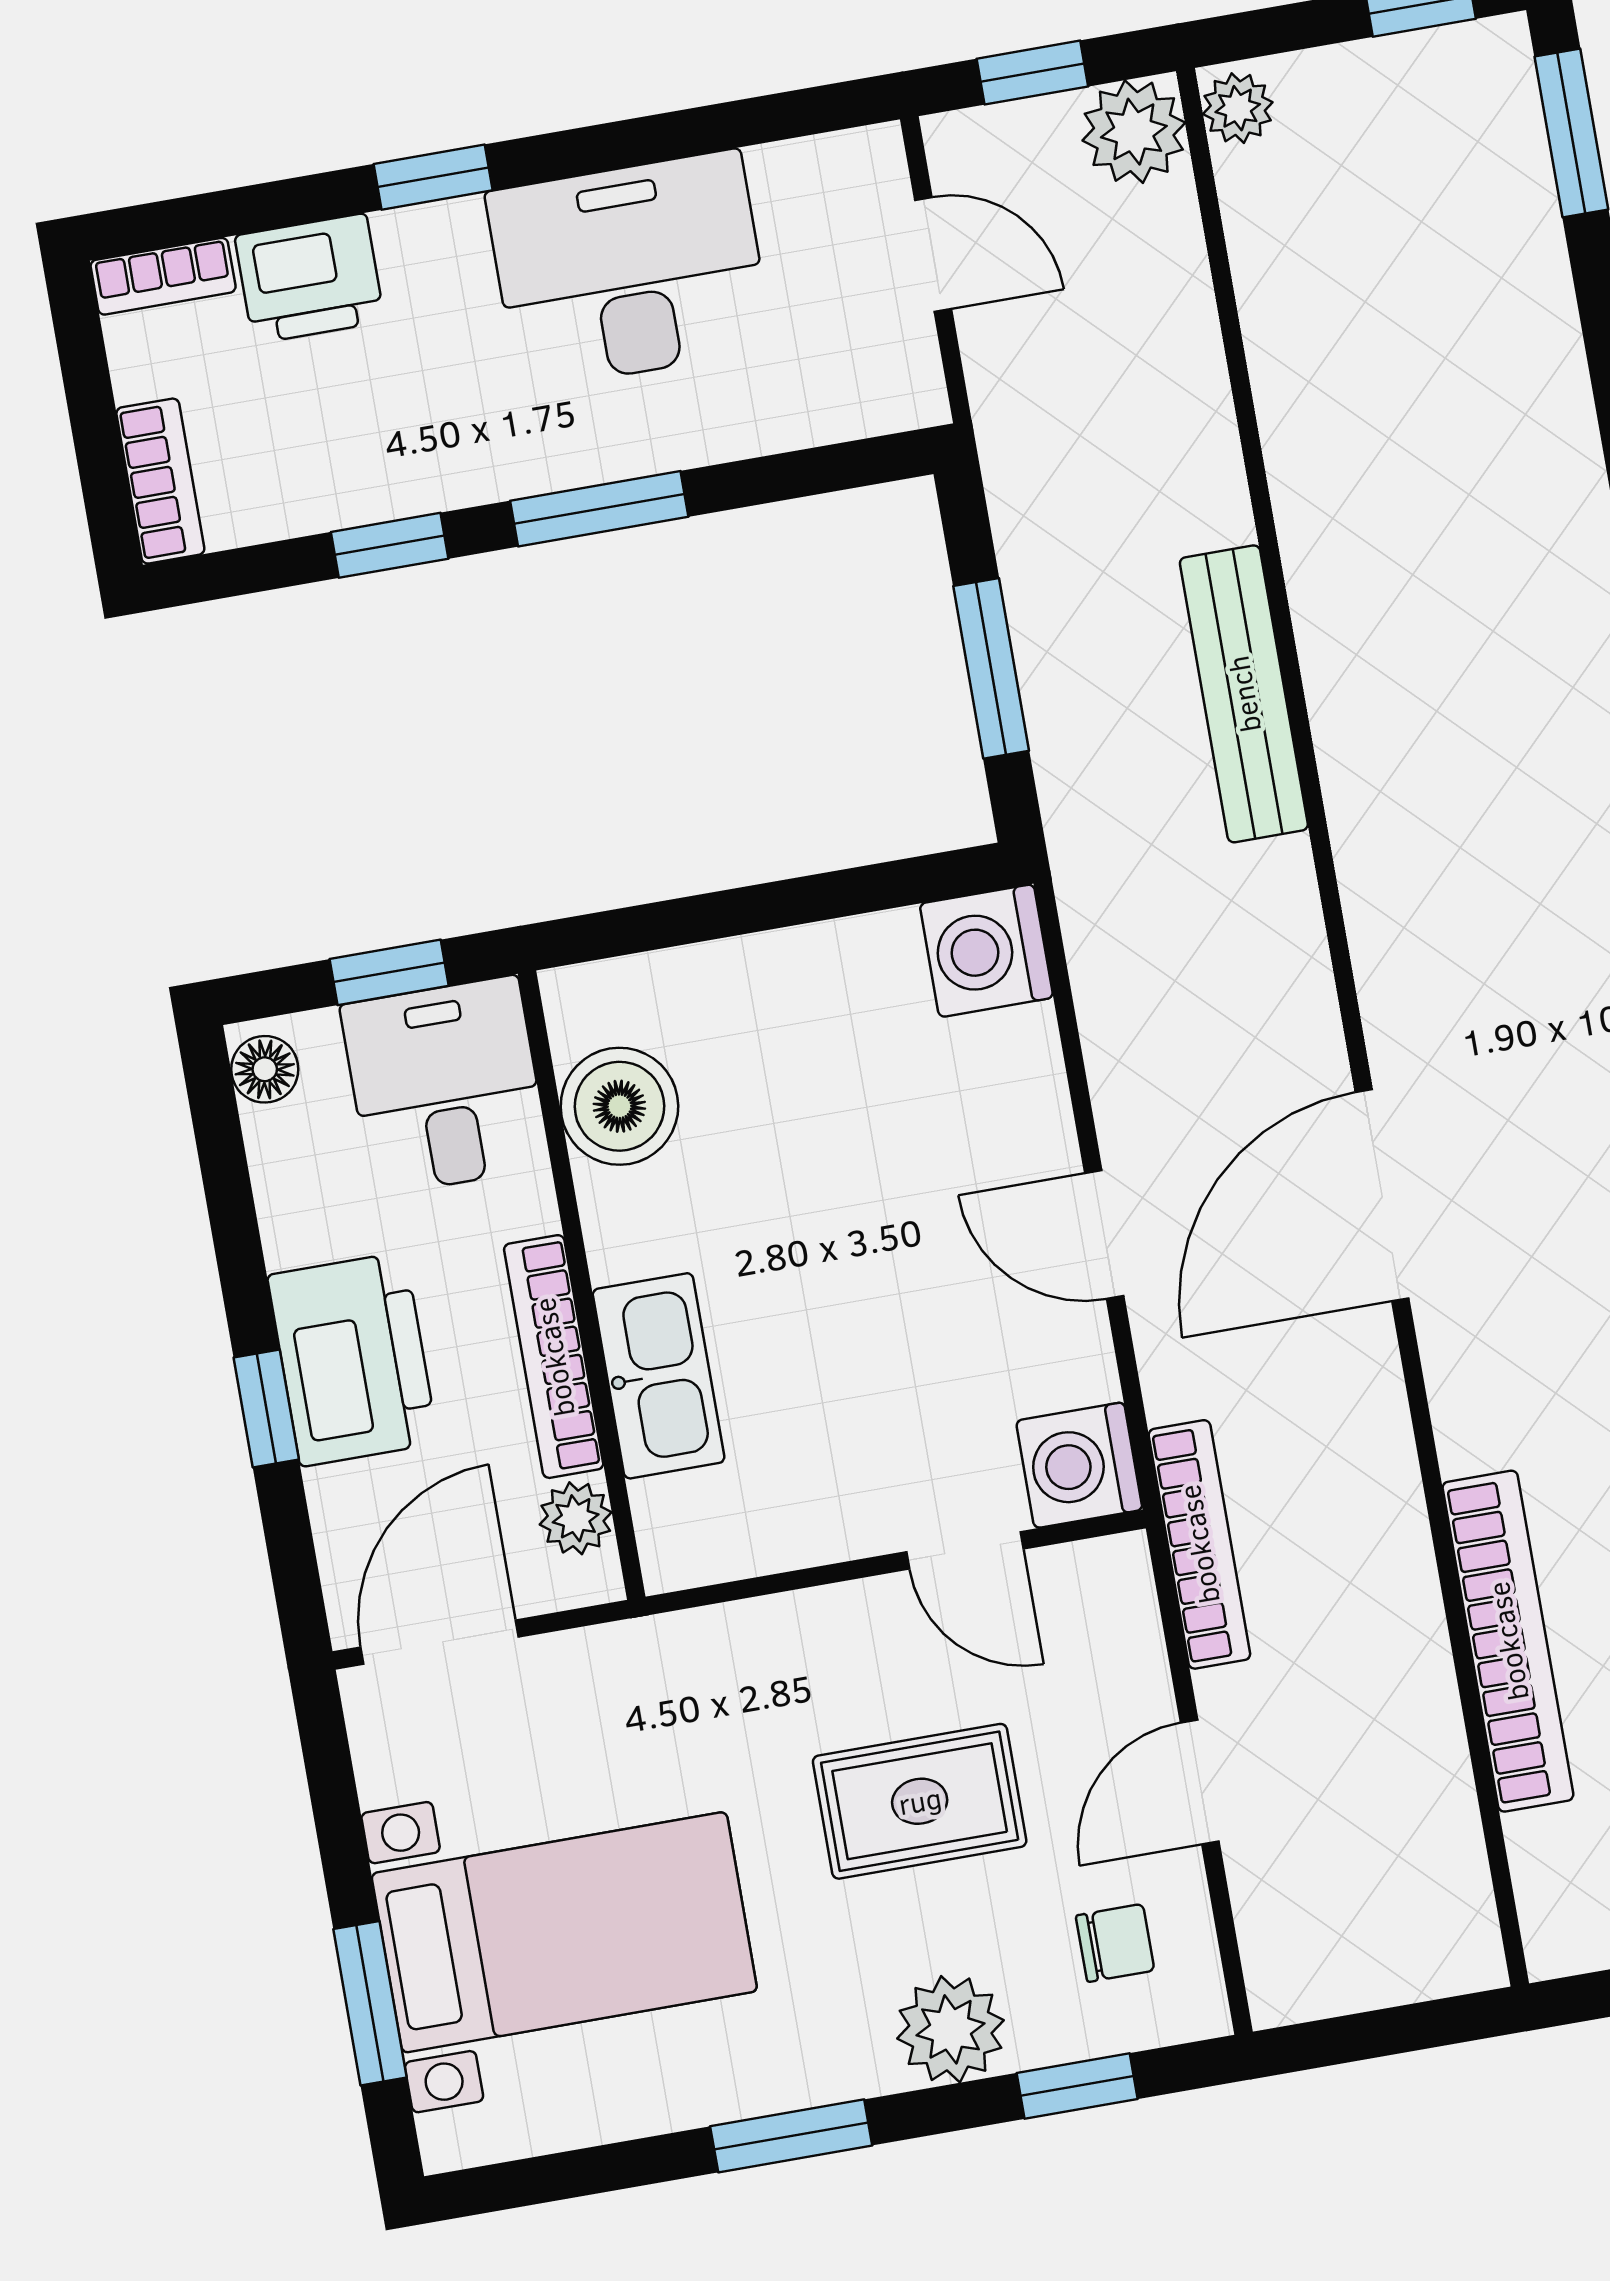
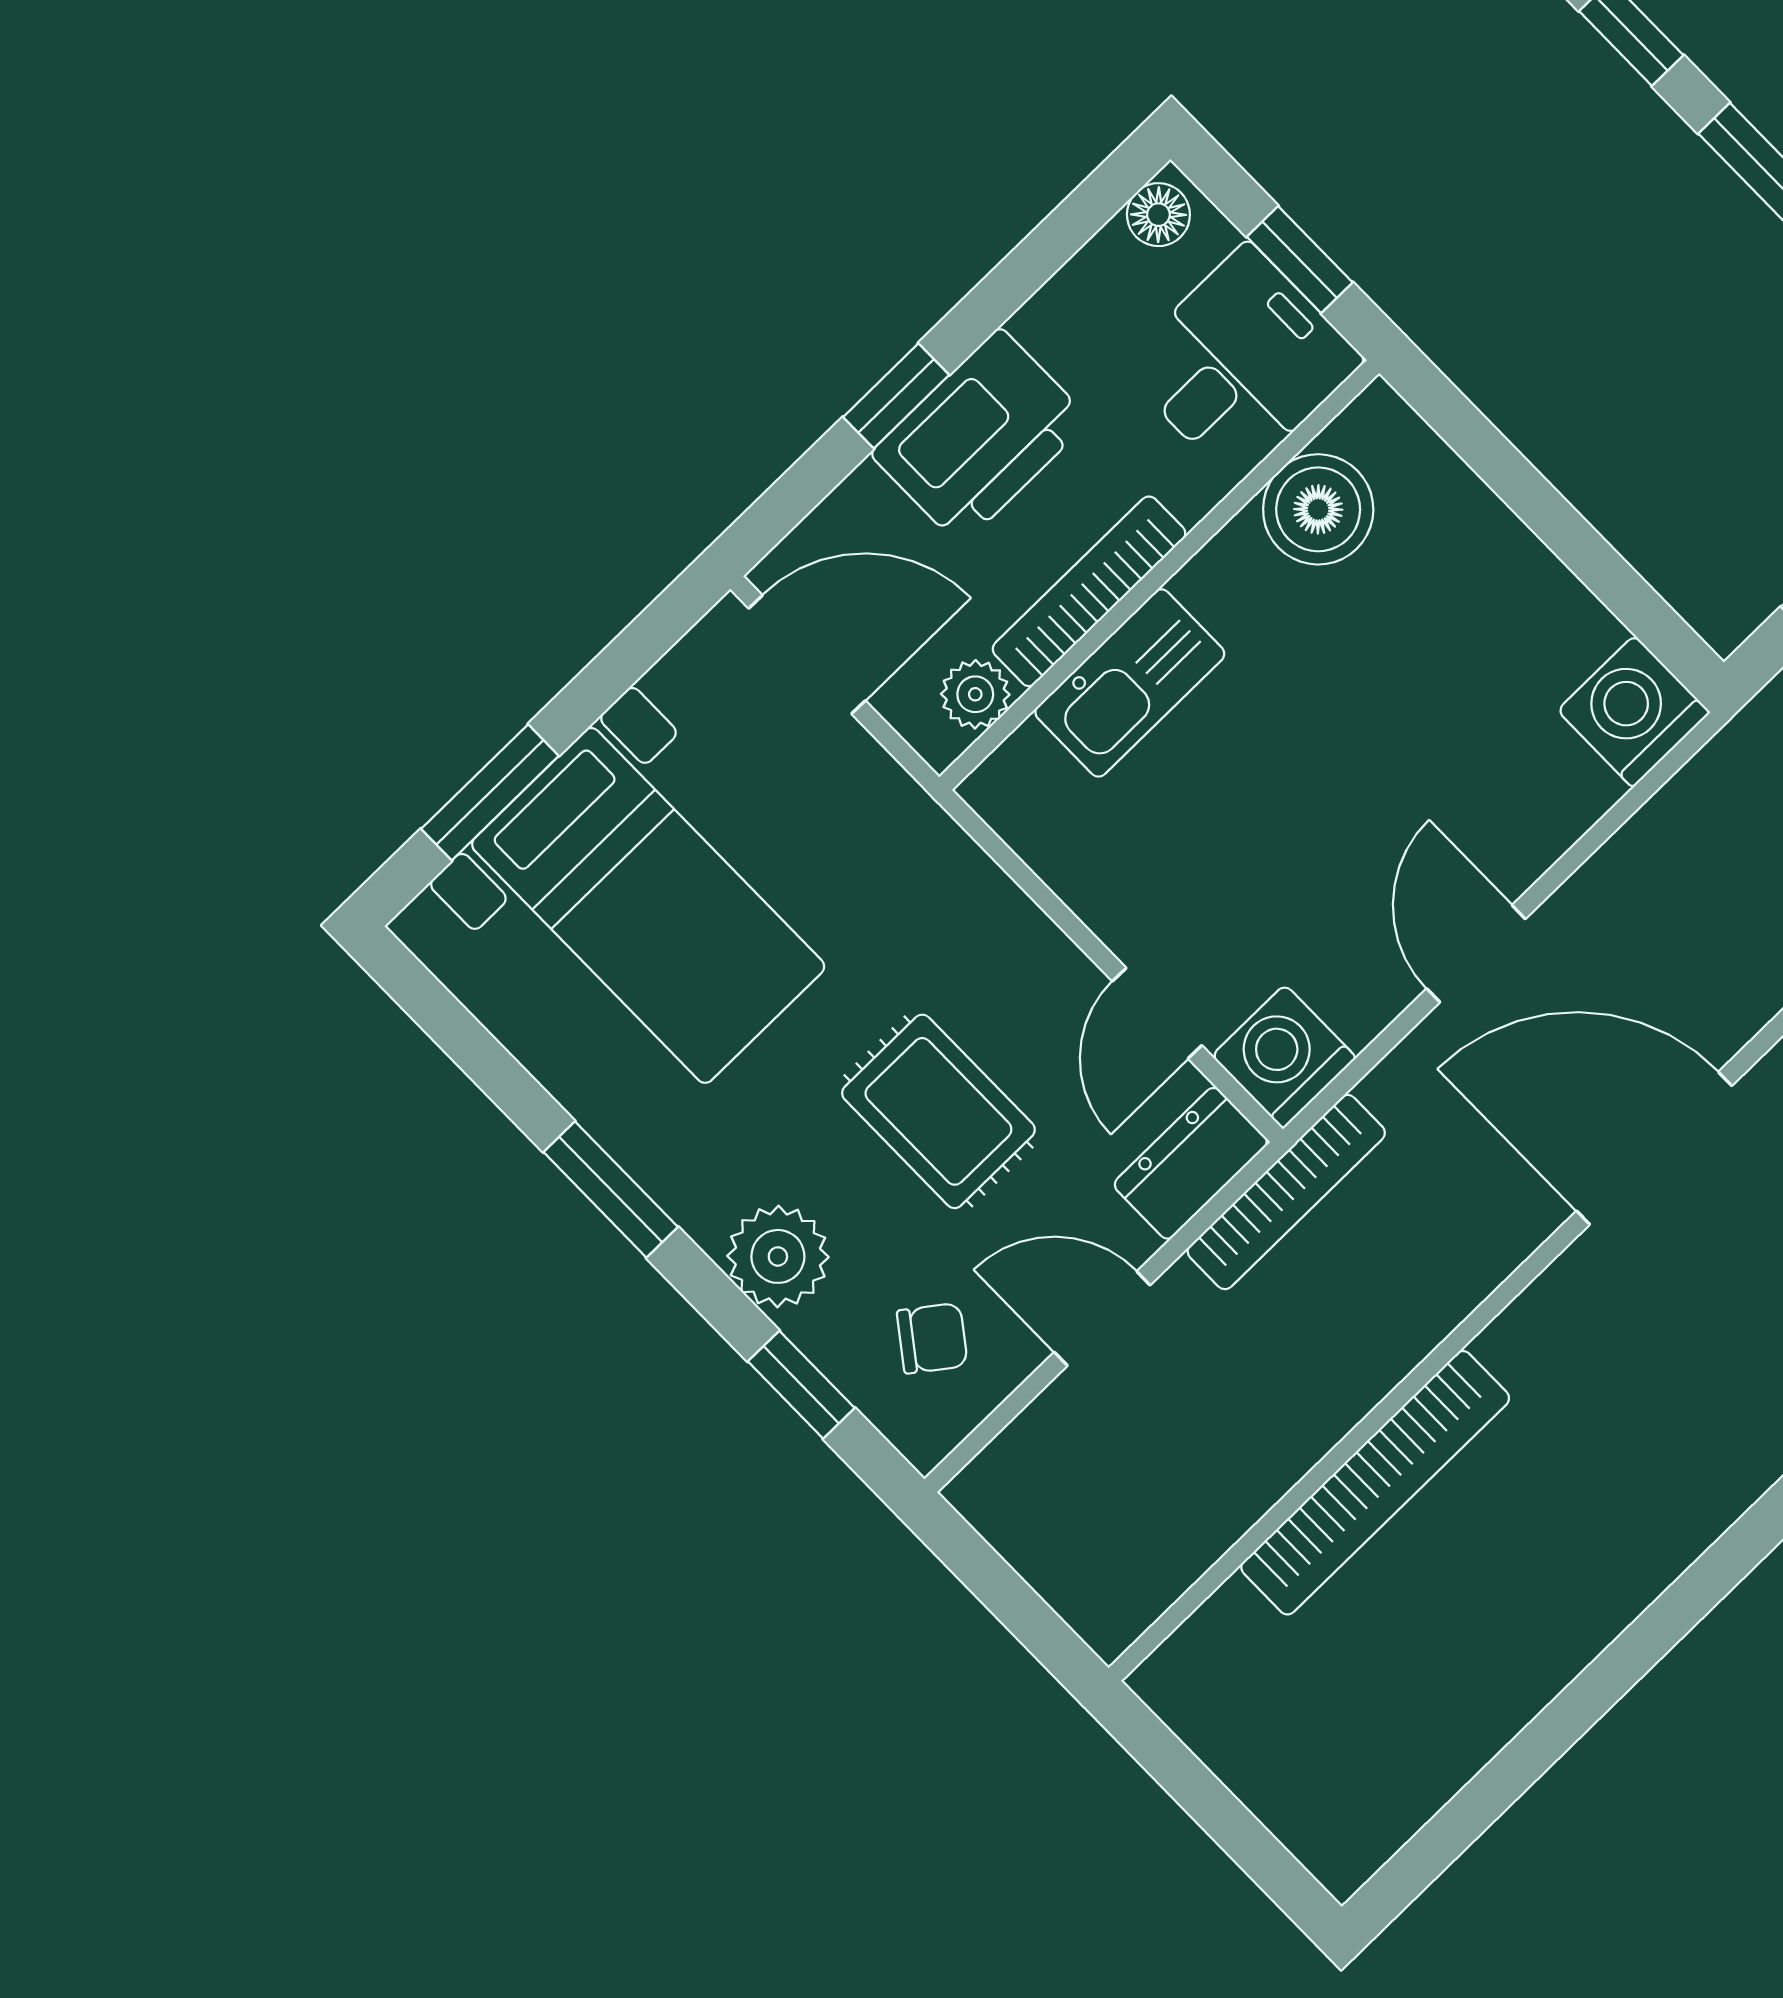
dresser: (1117, 1611) -> (1191, 1163), added
chair: (1115, 1943) -> (932, 1338), turned -53

